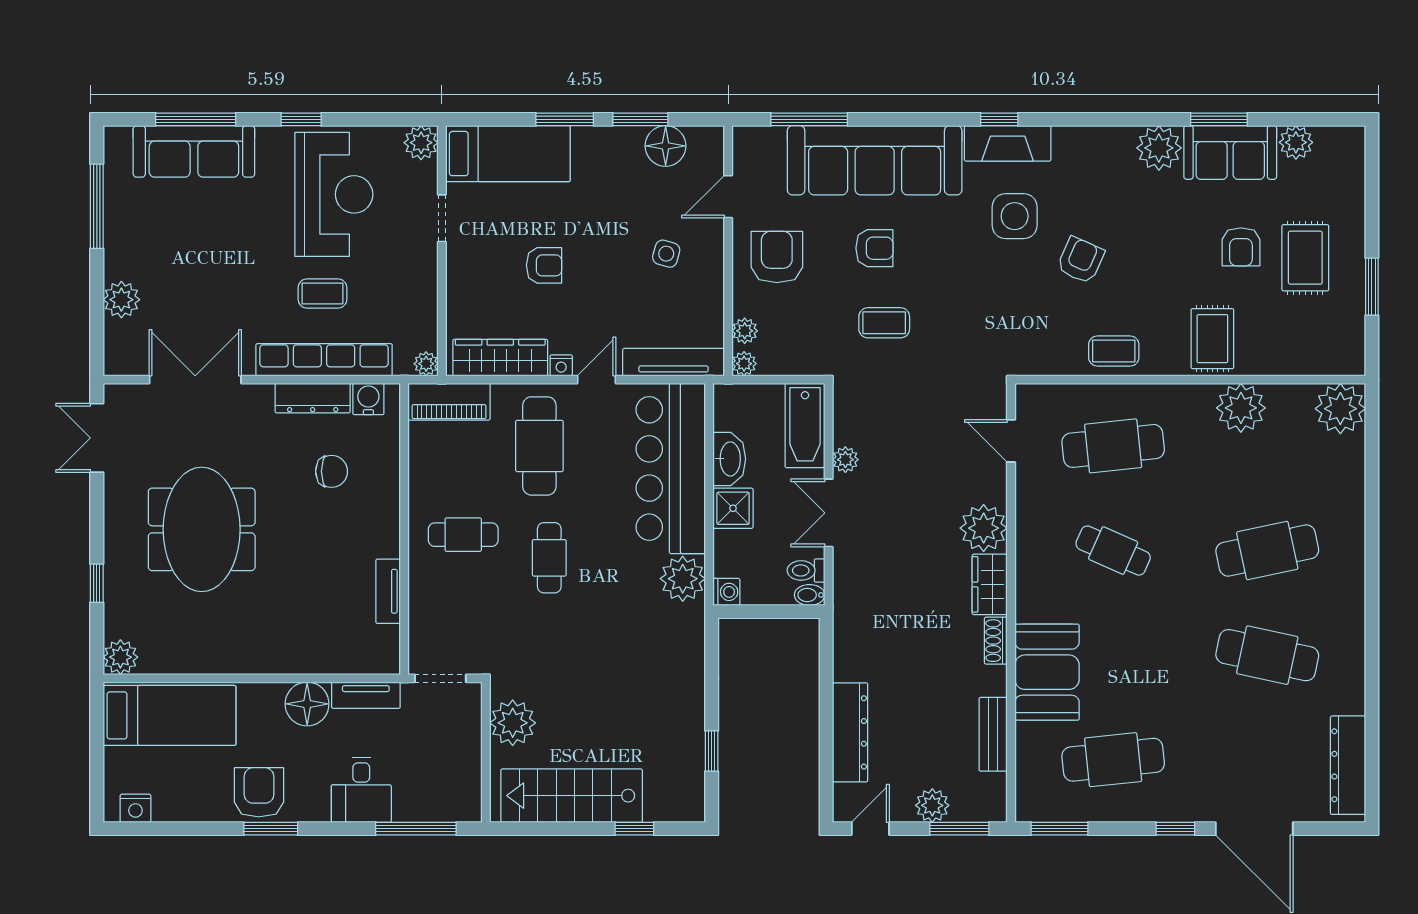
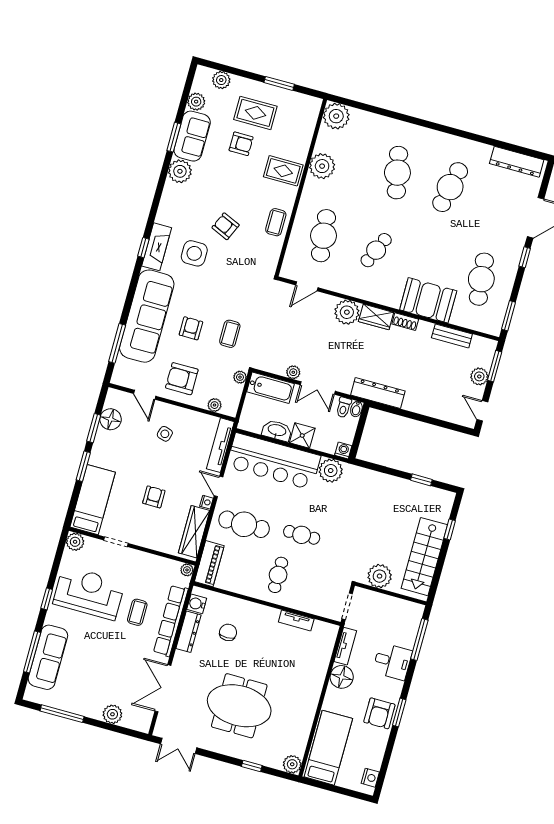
plant: (1349, 178) -> (221, 80), added
plant: (744, 364) -> (240, 377), moved
dresser: (850, 732) -> (378, 393), moved
armchair: (259, 792) -> (379, 713), turned -90

